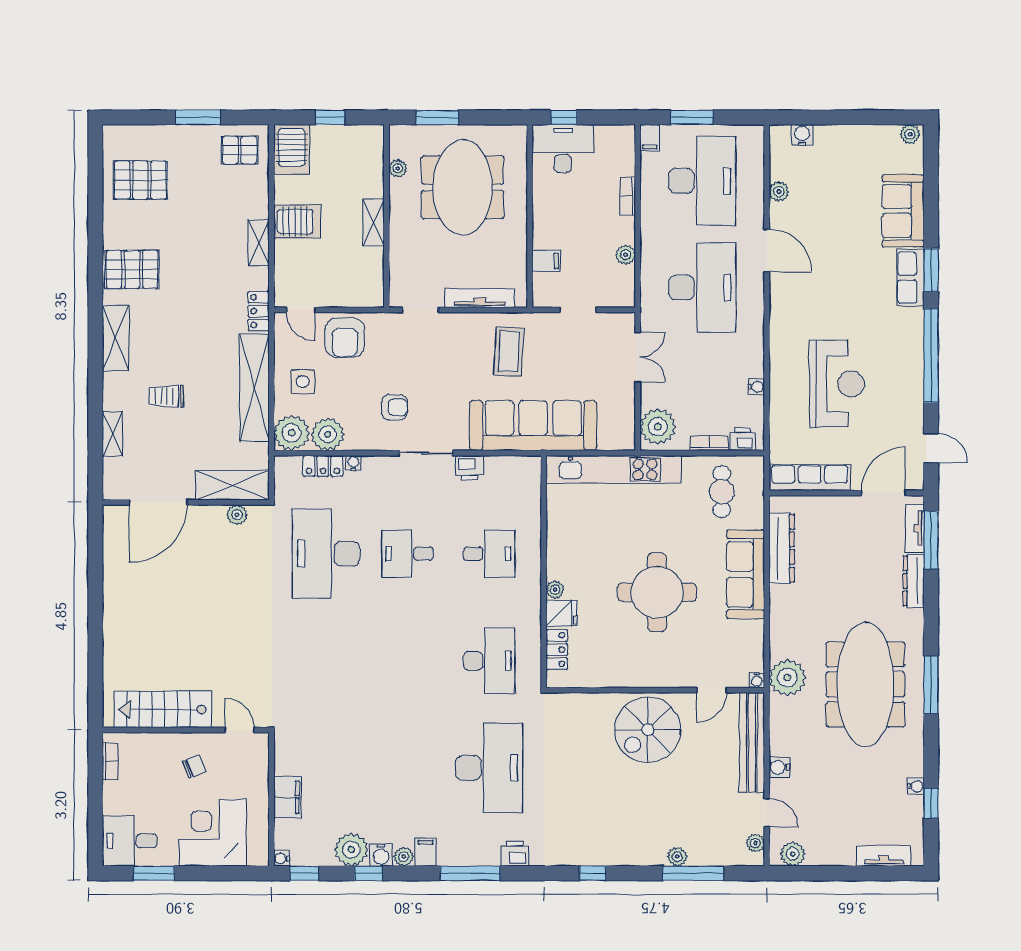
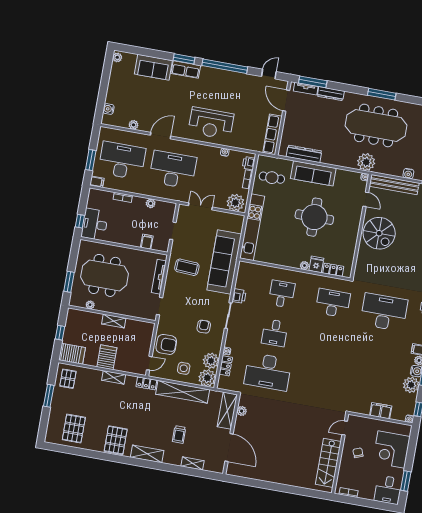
reception desk: (837, 384) -> (211, 123), moved, turned 180

